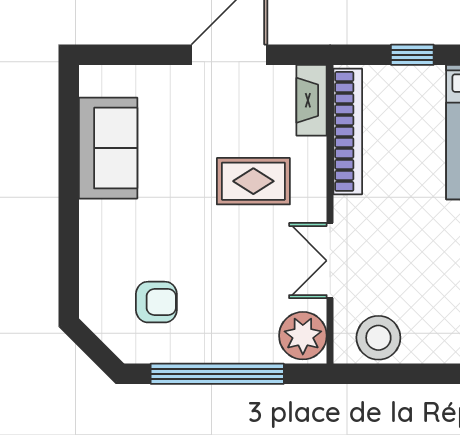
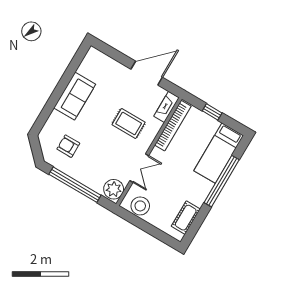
sofa: (108, 148) -> (75, 96), moved
double door: (330, 261) -> (139, 168), swing flipped
armchair: (156, 302) -> (68, 146), turned 180

